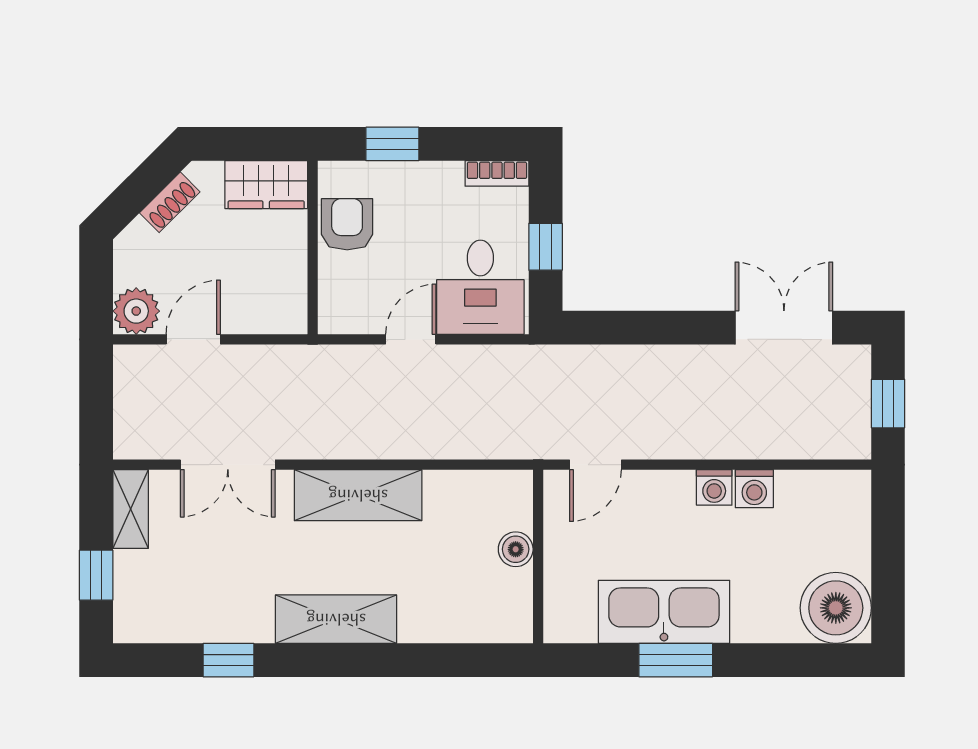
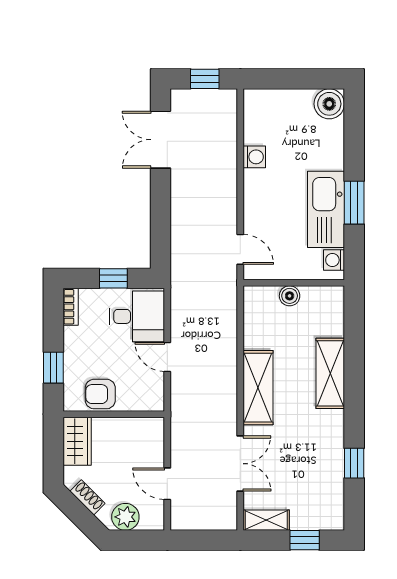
plant: (136, 311) -> (125, 517), moved
washing machine: (714, 487) -> (334, 260), moved, turned 180
boiler: (836, 608) -> (329, 104), width x0.73, depth x0.73
shelving: (336, 619) -> (330, 373), moved

